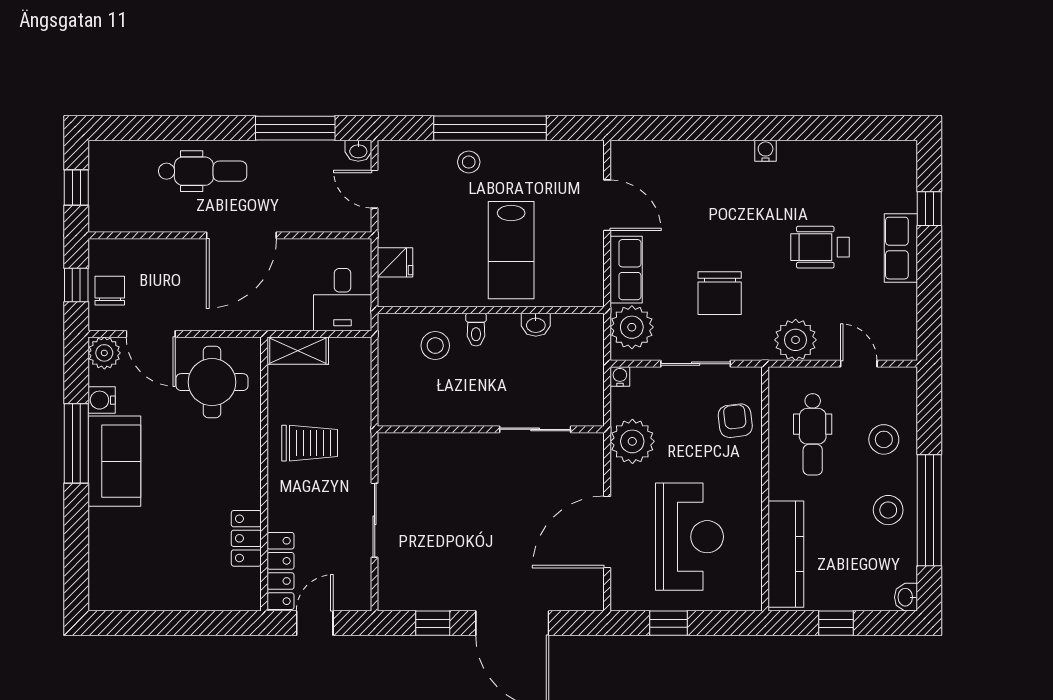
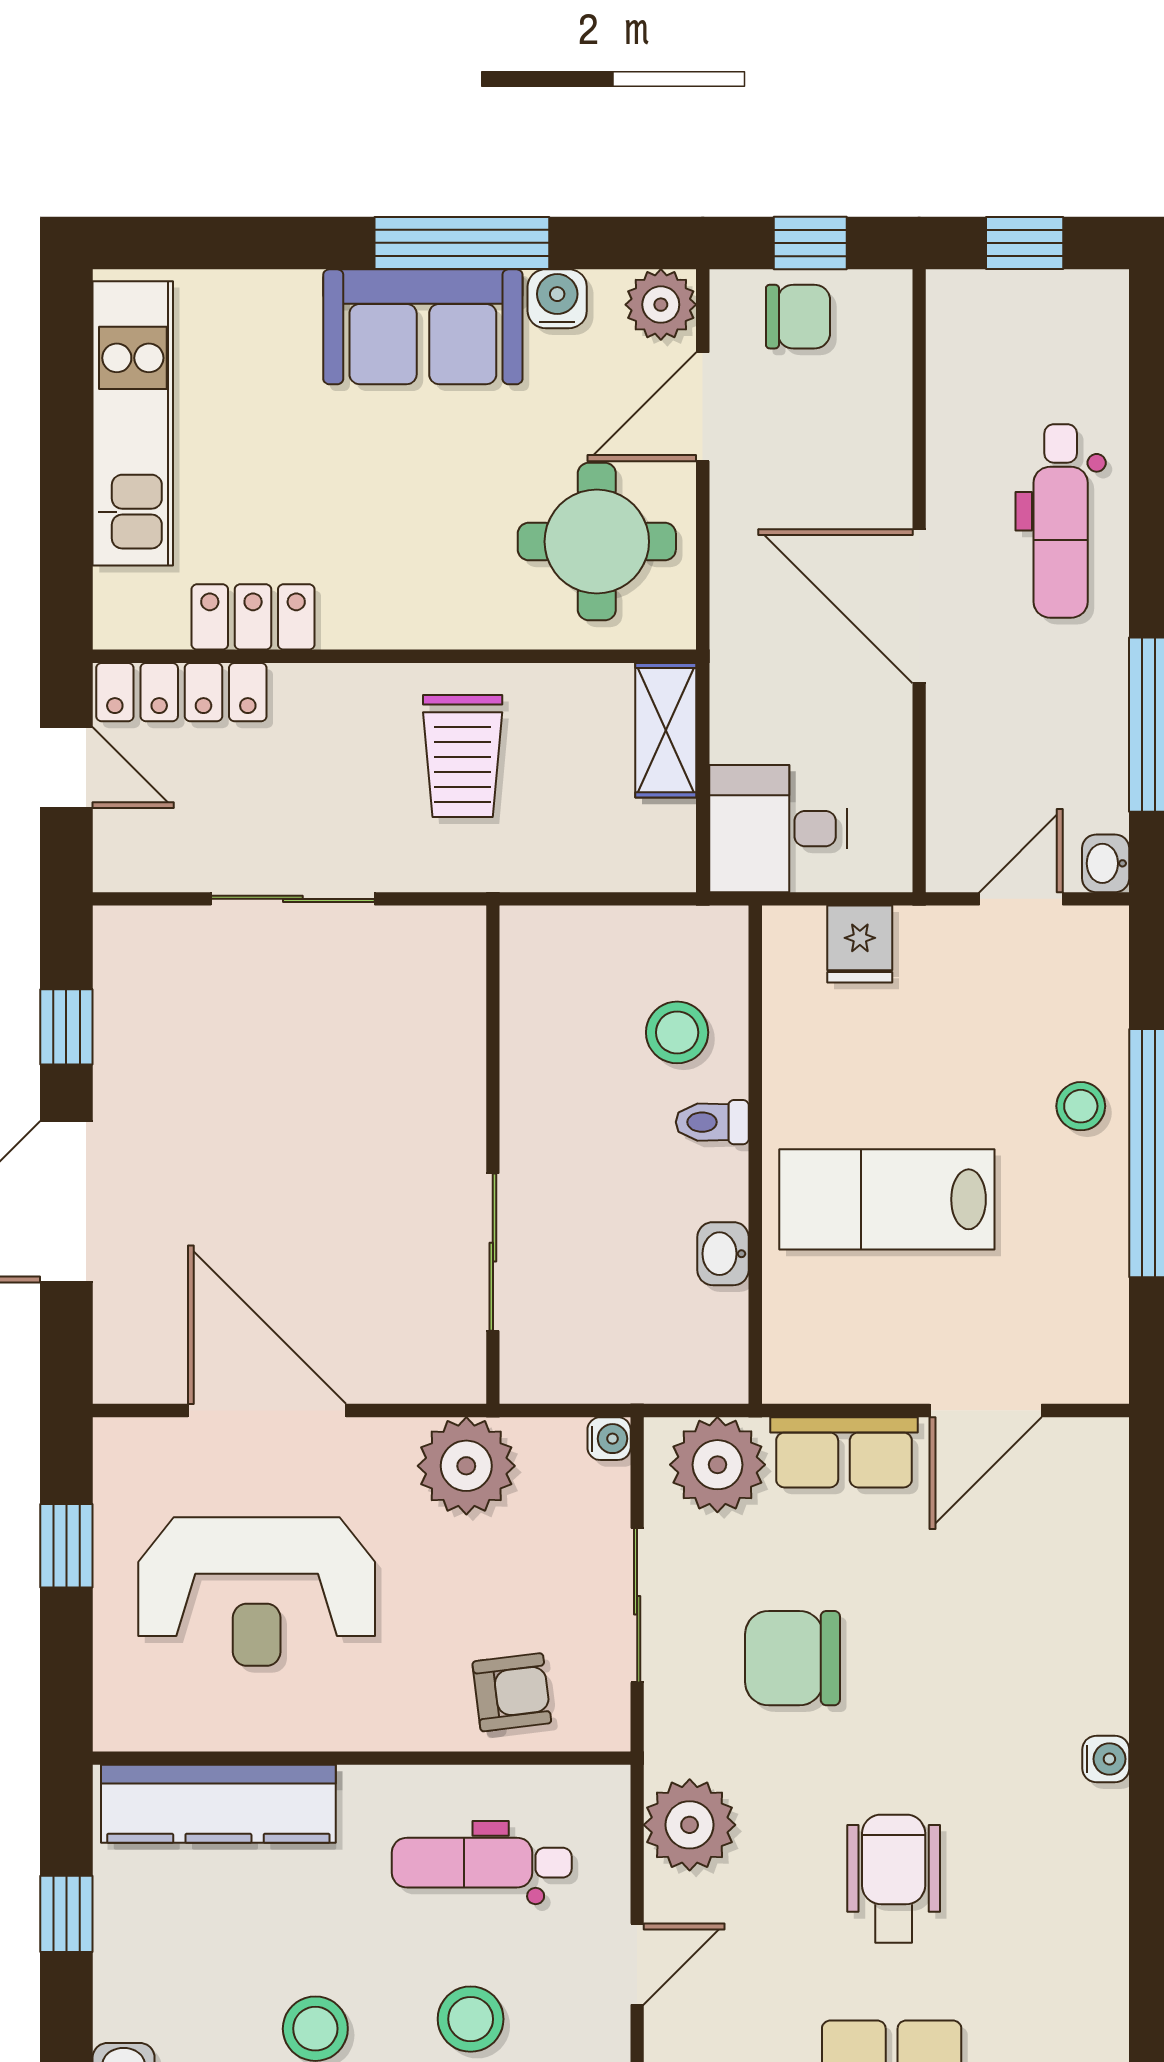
kitchen unit: (158, 593) -> (133, 423), added

